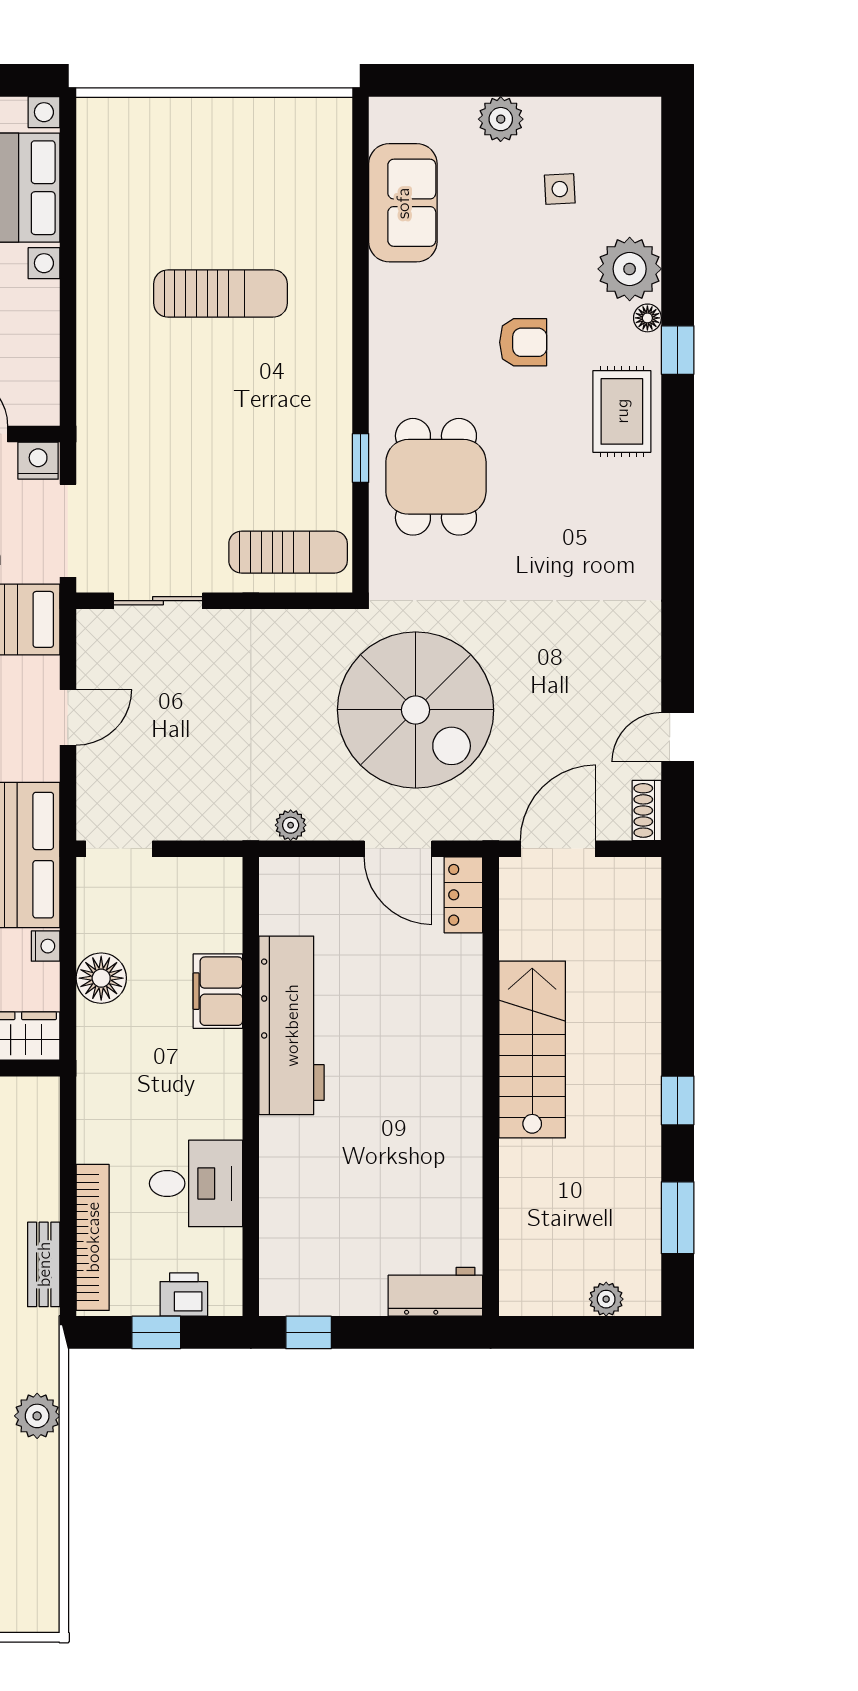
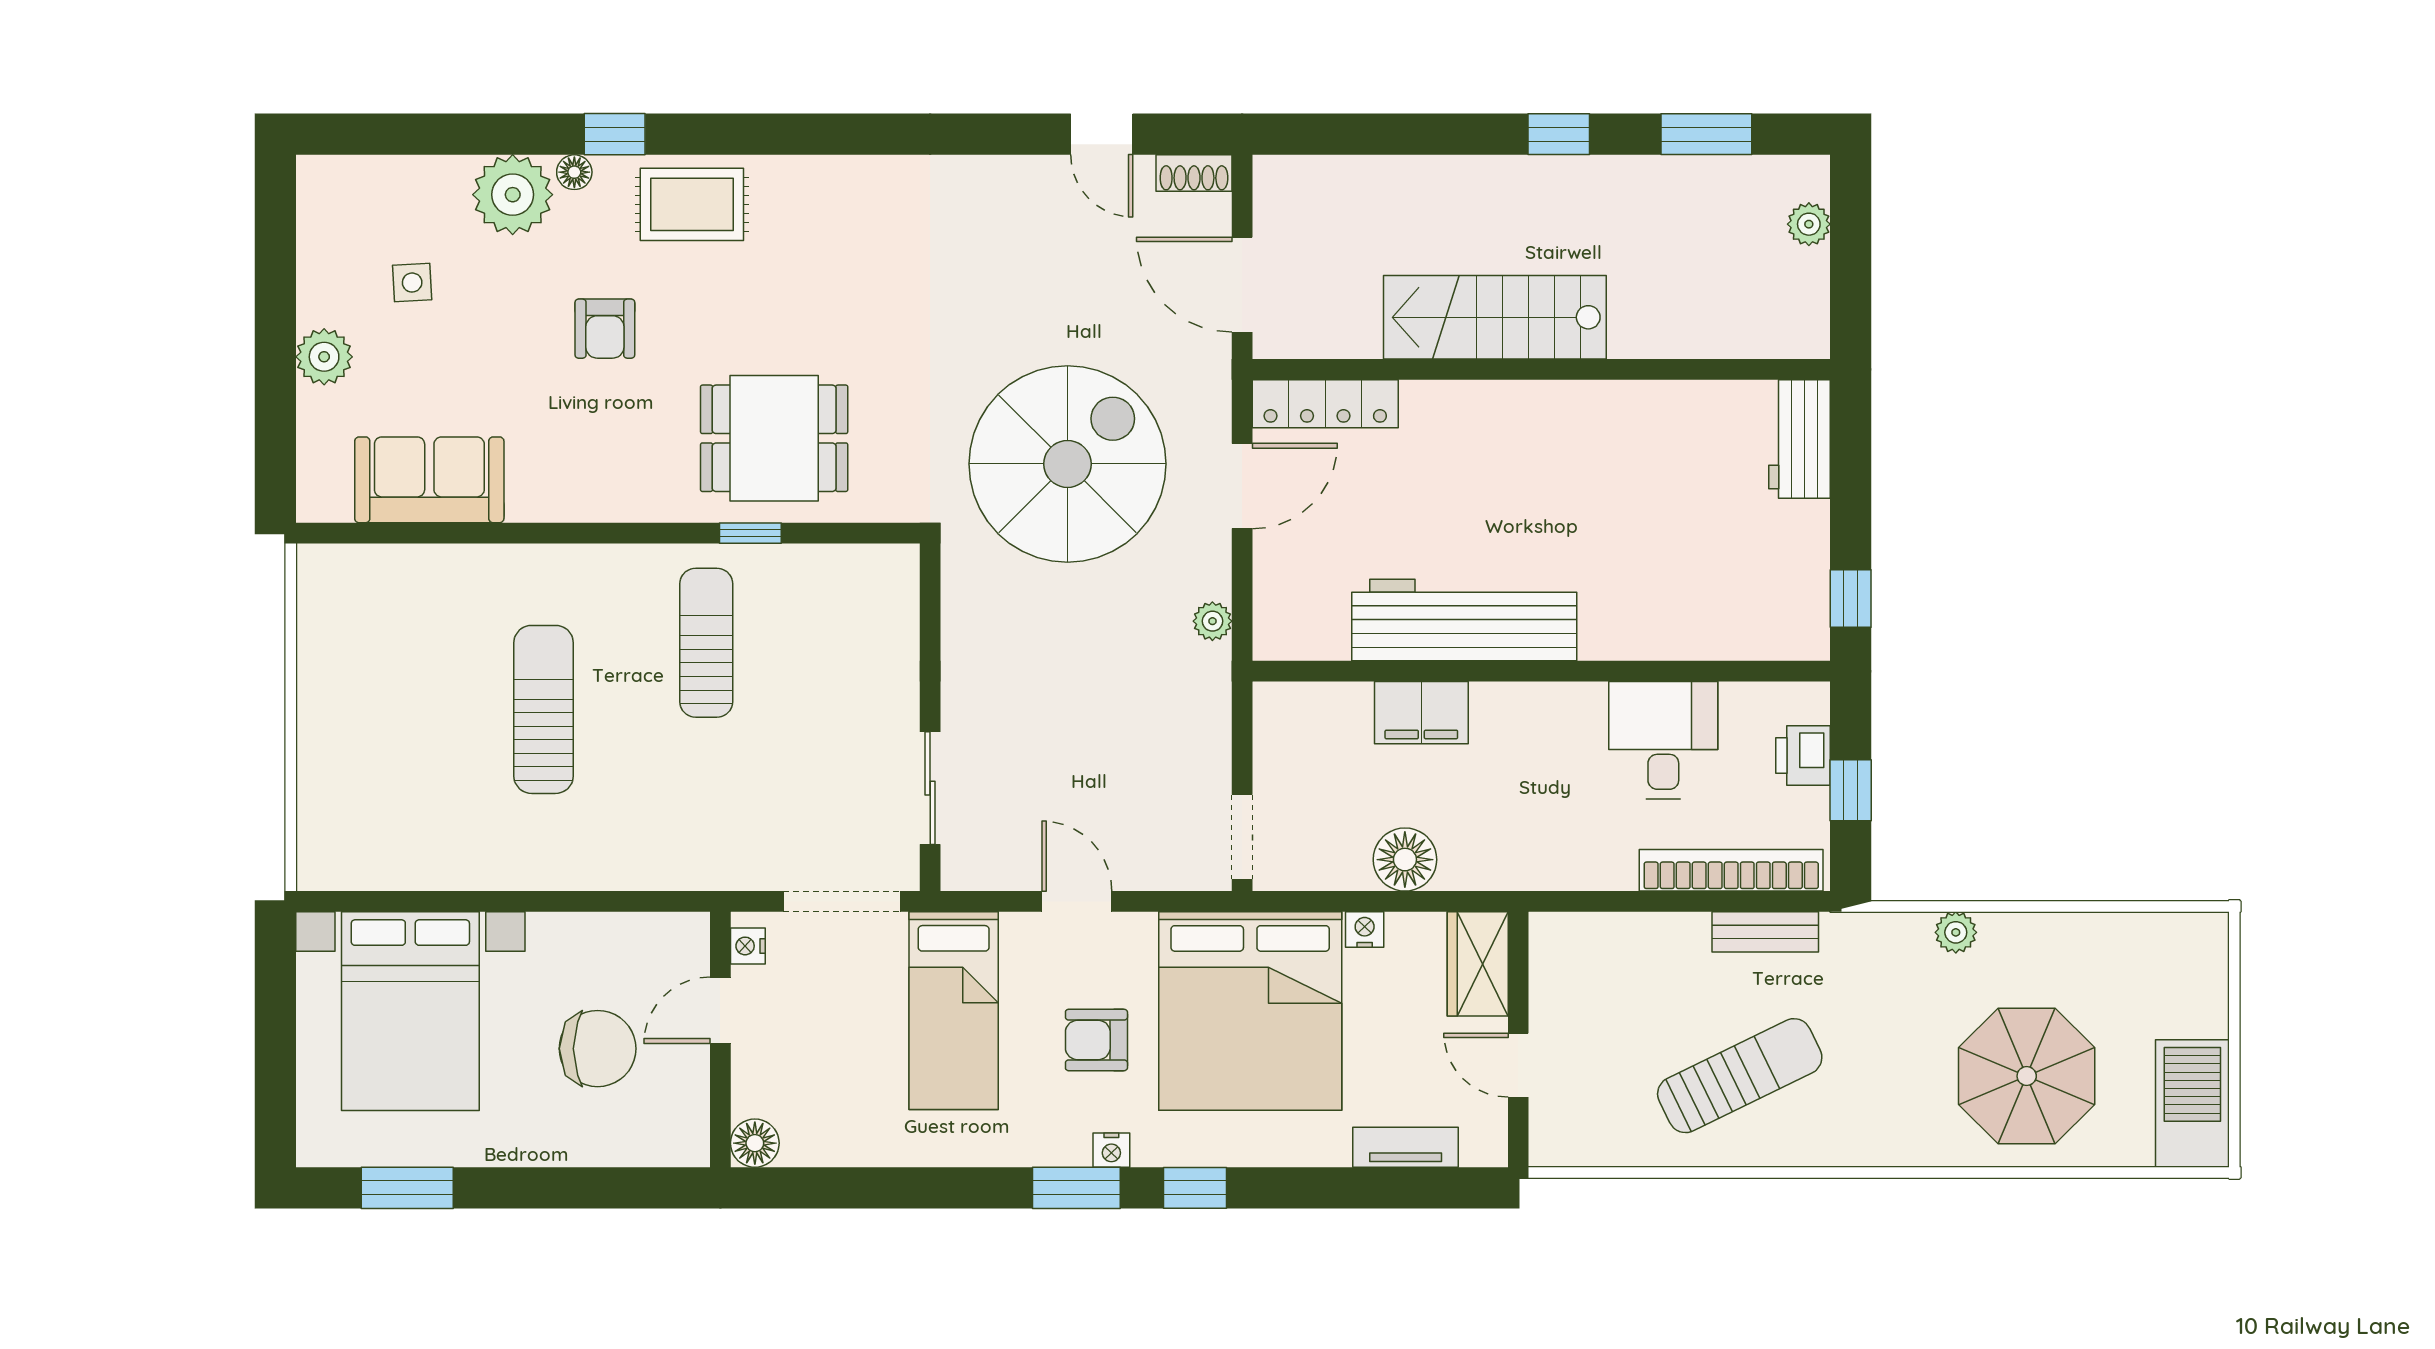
armchair: (523, 342) -> (605, 329), turned 180
nightstand: (38, 461) -> (748, 946), width x0.72, depth x0.74
sun lounger: (288, 552) -> (706, 643), moved
locker: (463, 895) -> (1325, 404), width x1.53
plant: (37, 1416) -> (1956, 932), width x0.73, depth x0.73

